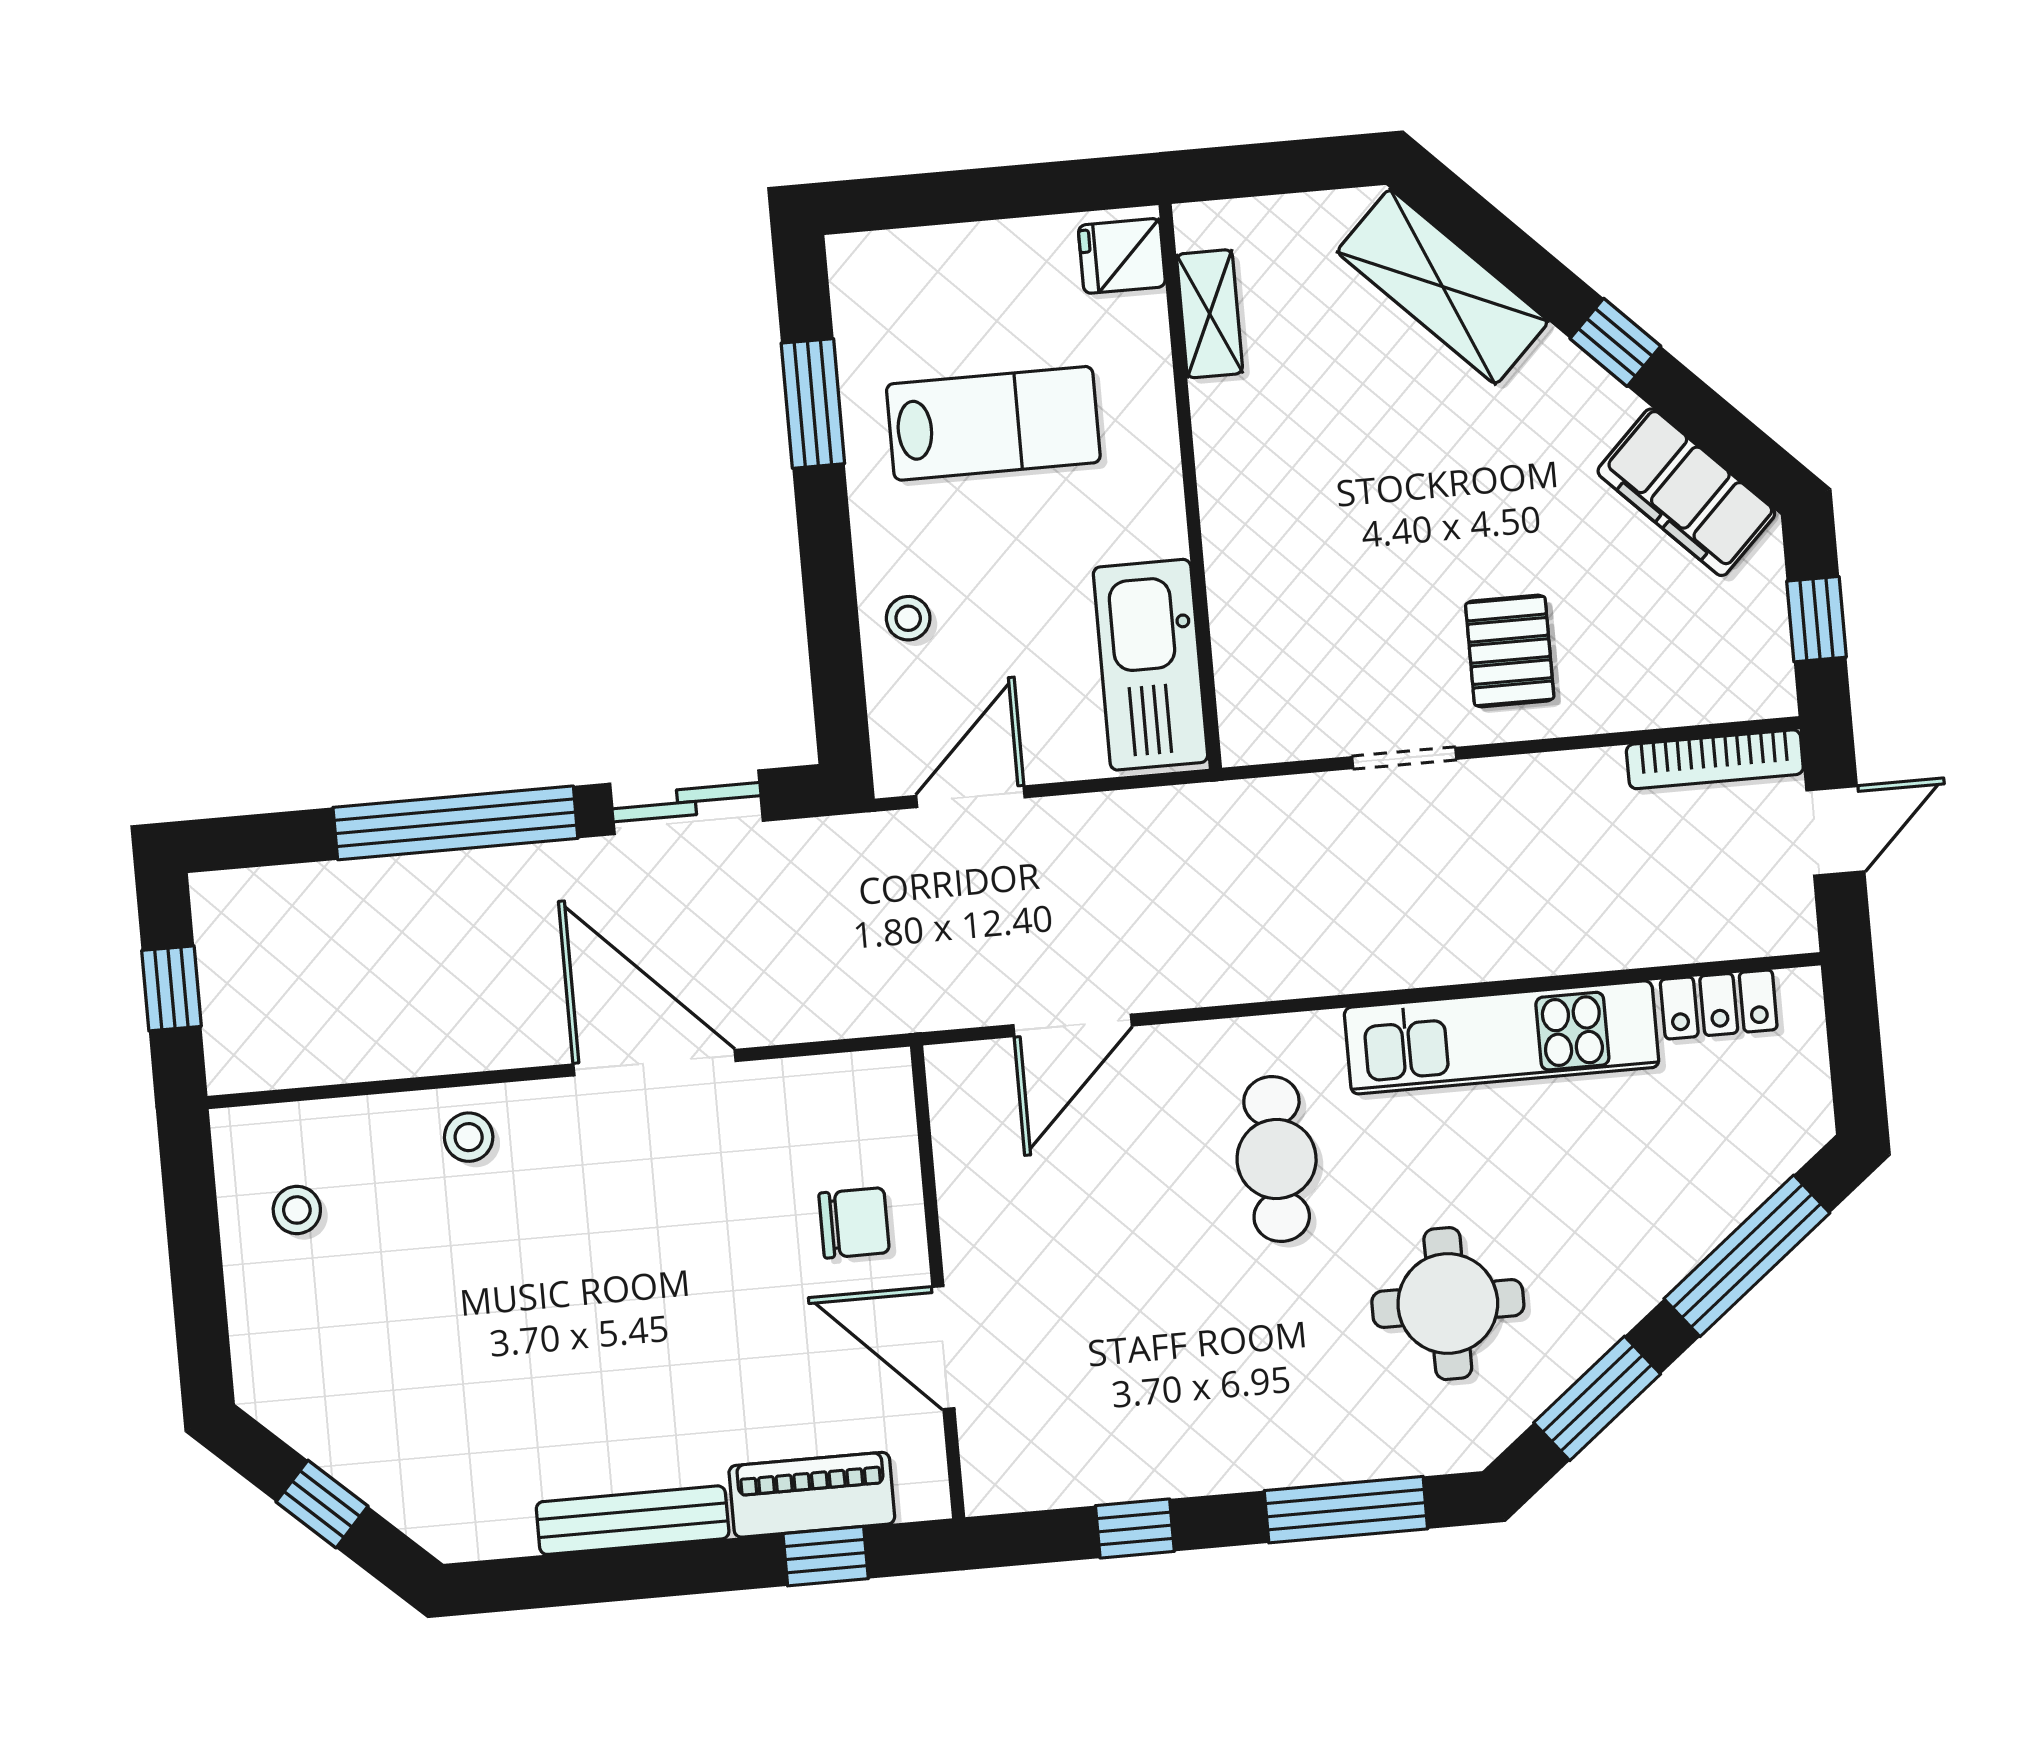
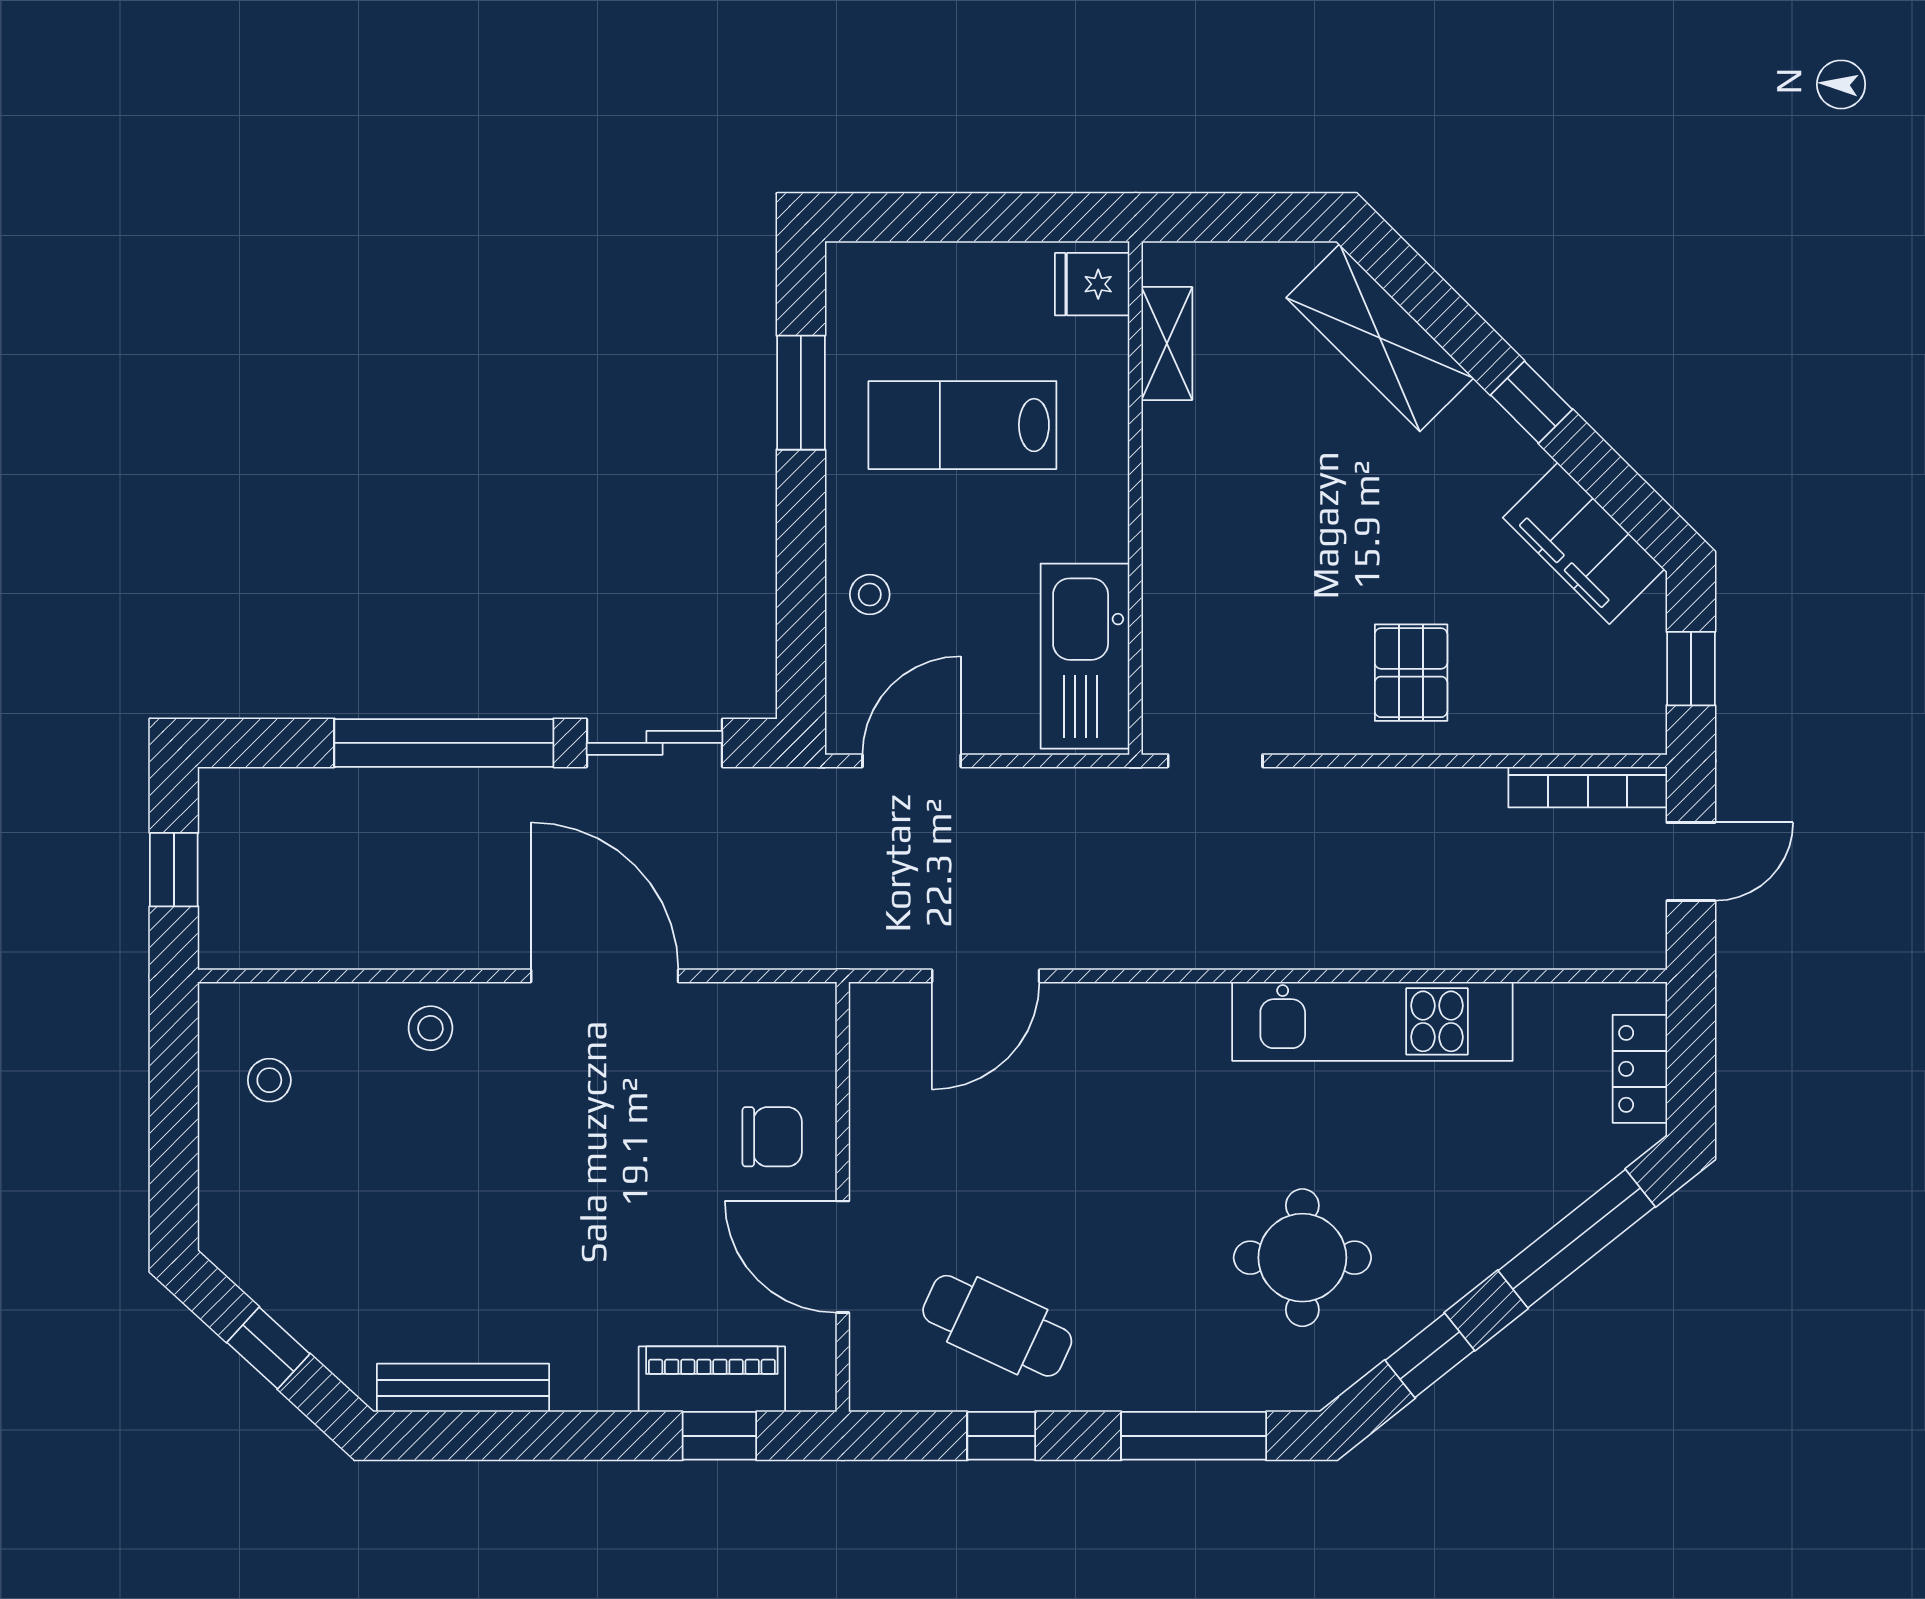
lab bench: (993, 423) -> (962, 425), turned 180
doorway: (1404, 758) -> (1215, 761), moved
locker: (1719, 1004) -> (1640, 1069), moved, turned 90
cafe table: (1277, 1159) -> (997, 1326), moved, turned -65
window: (1597, 1398) -> (1430, 1355), width x0.67
bench: (633, 1520) -> (463, 1388), moved

